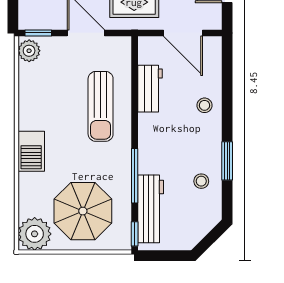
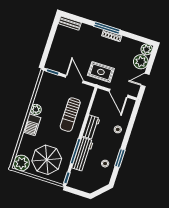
plant: (29, 51) -> (36, 110), moved
workbench: (150, 89) -> (91, 127), moved
workbench: (151, 209) -> (83, 154), moved

